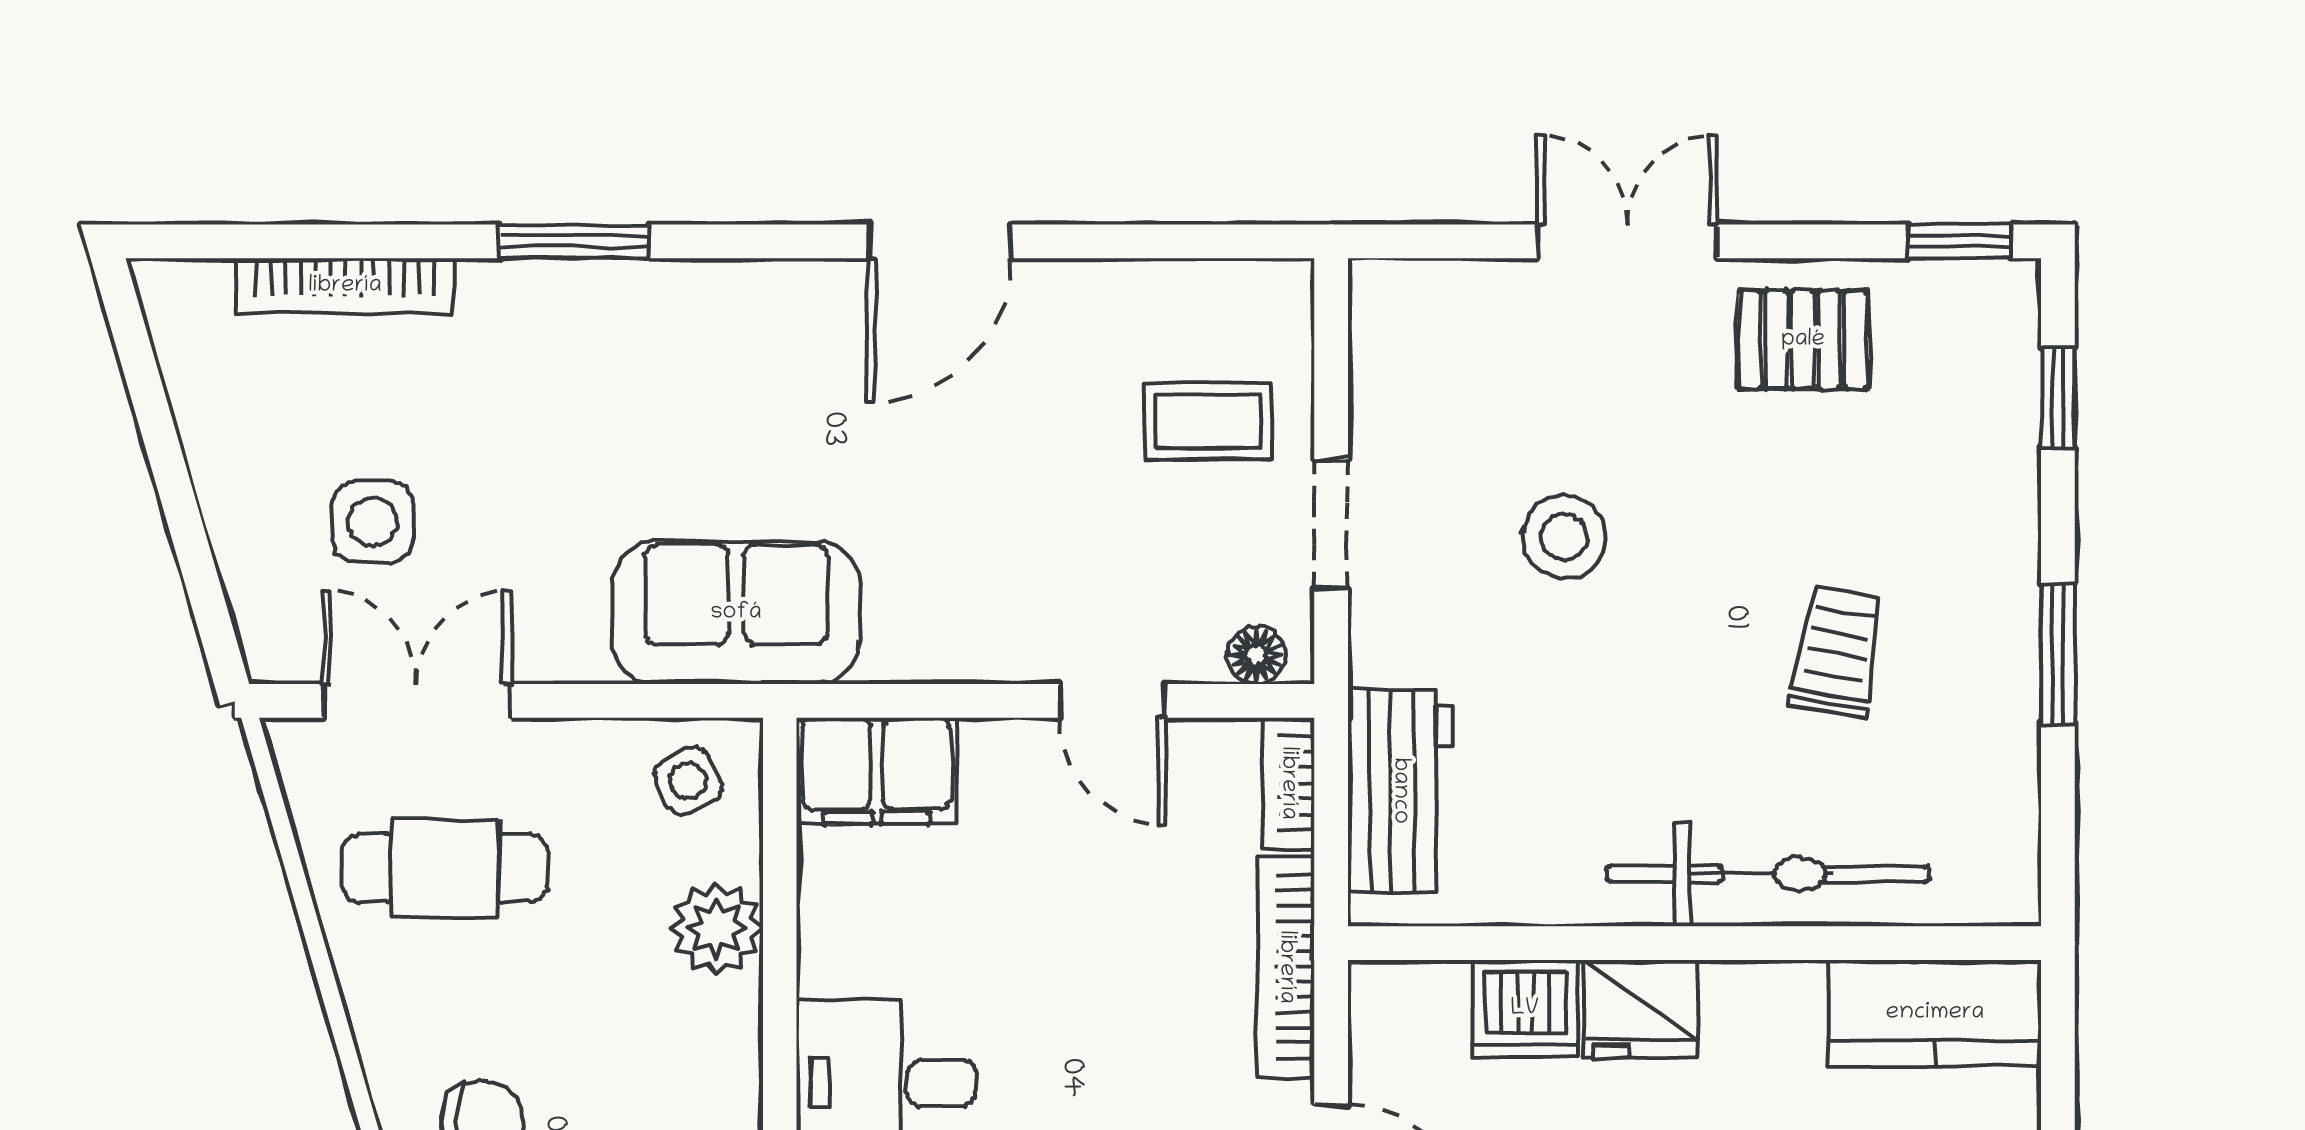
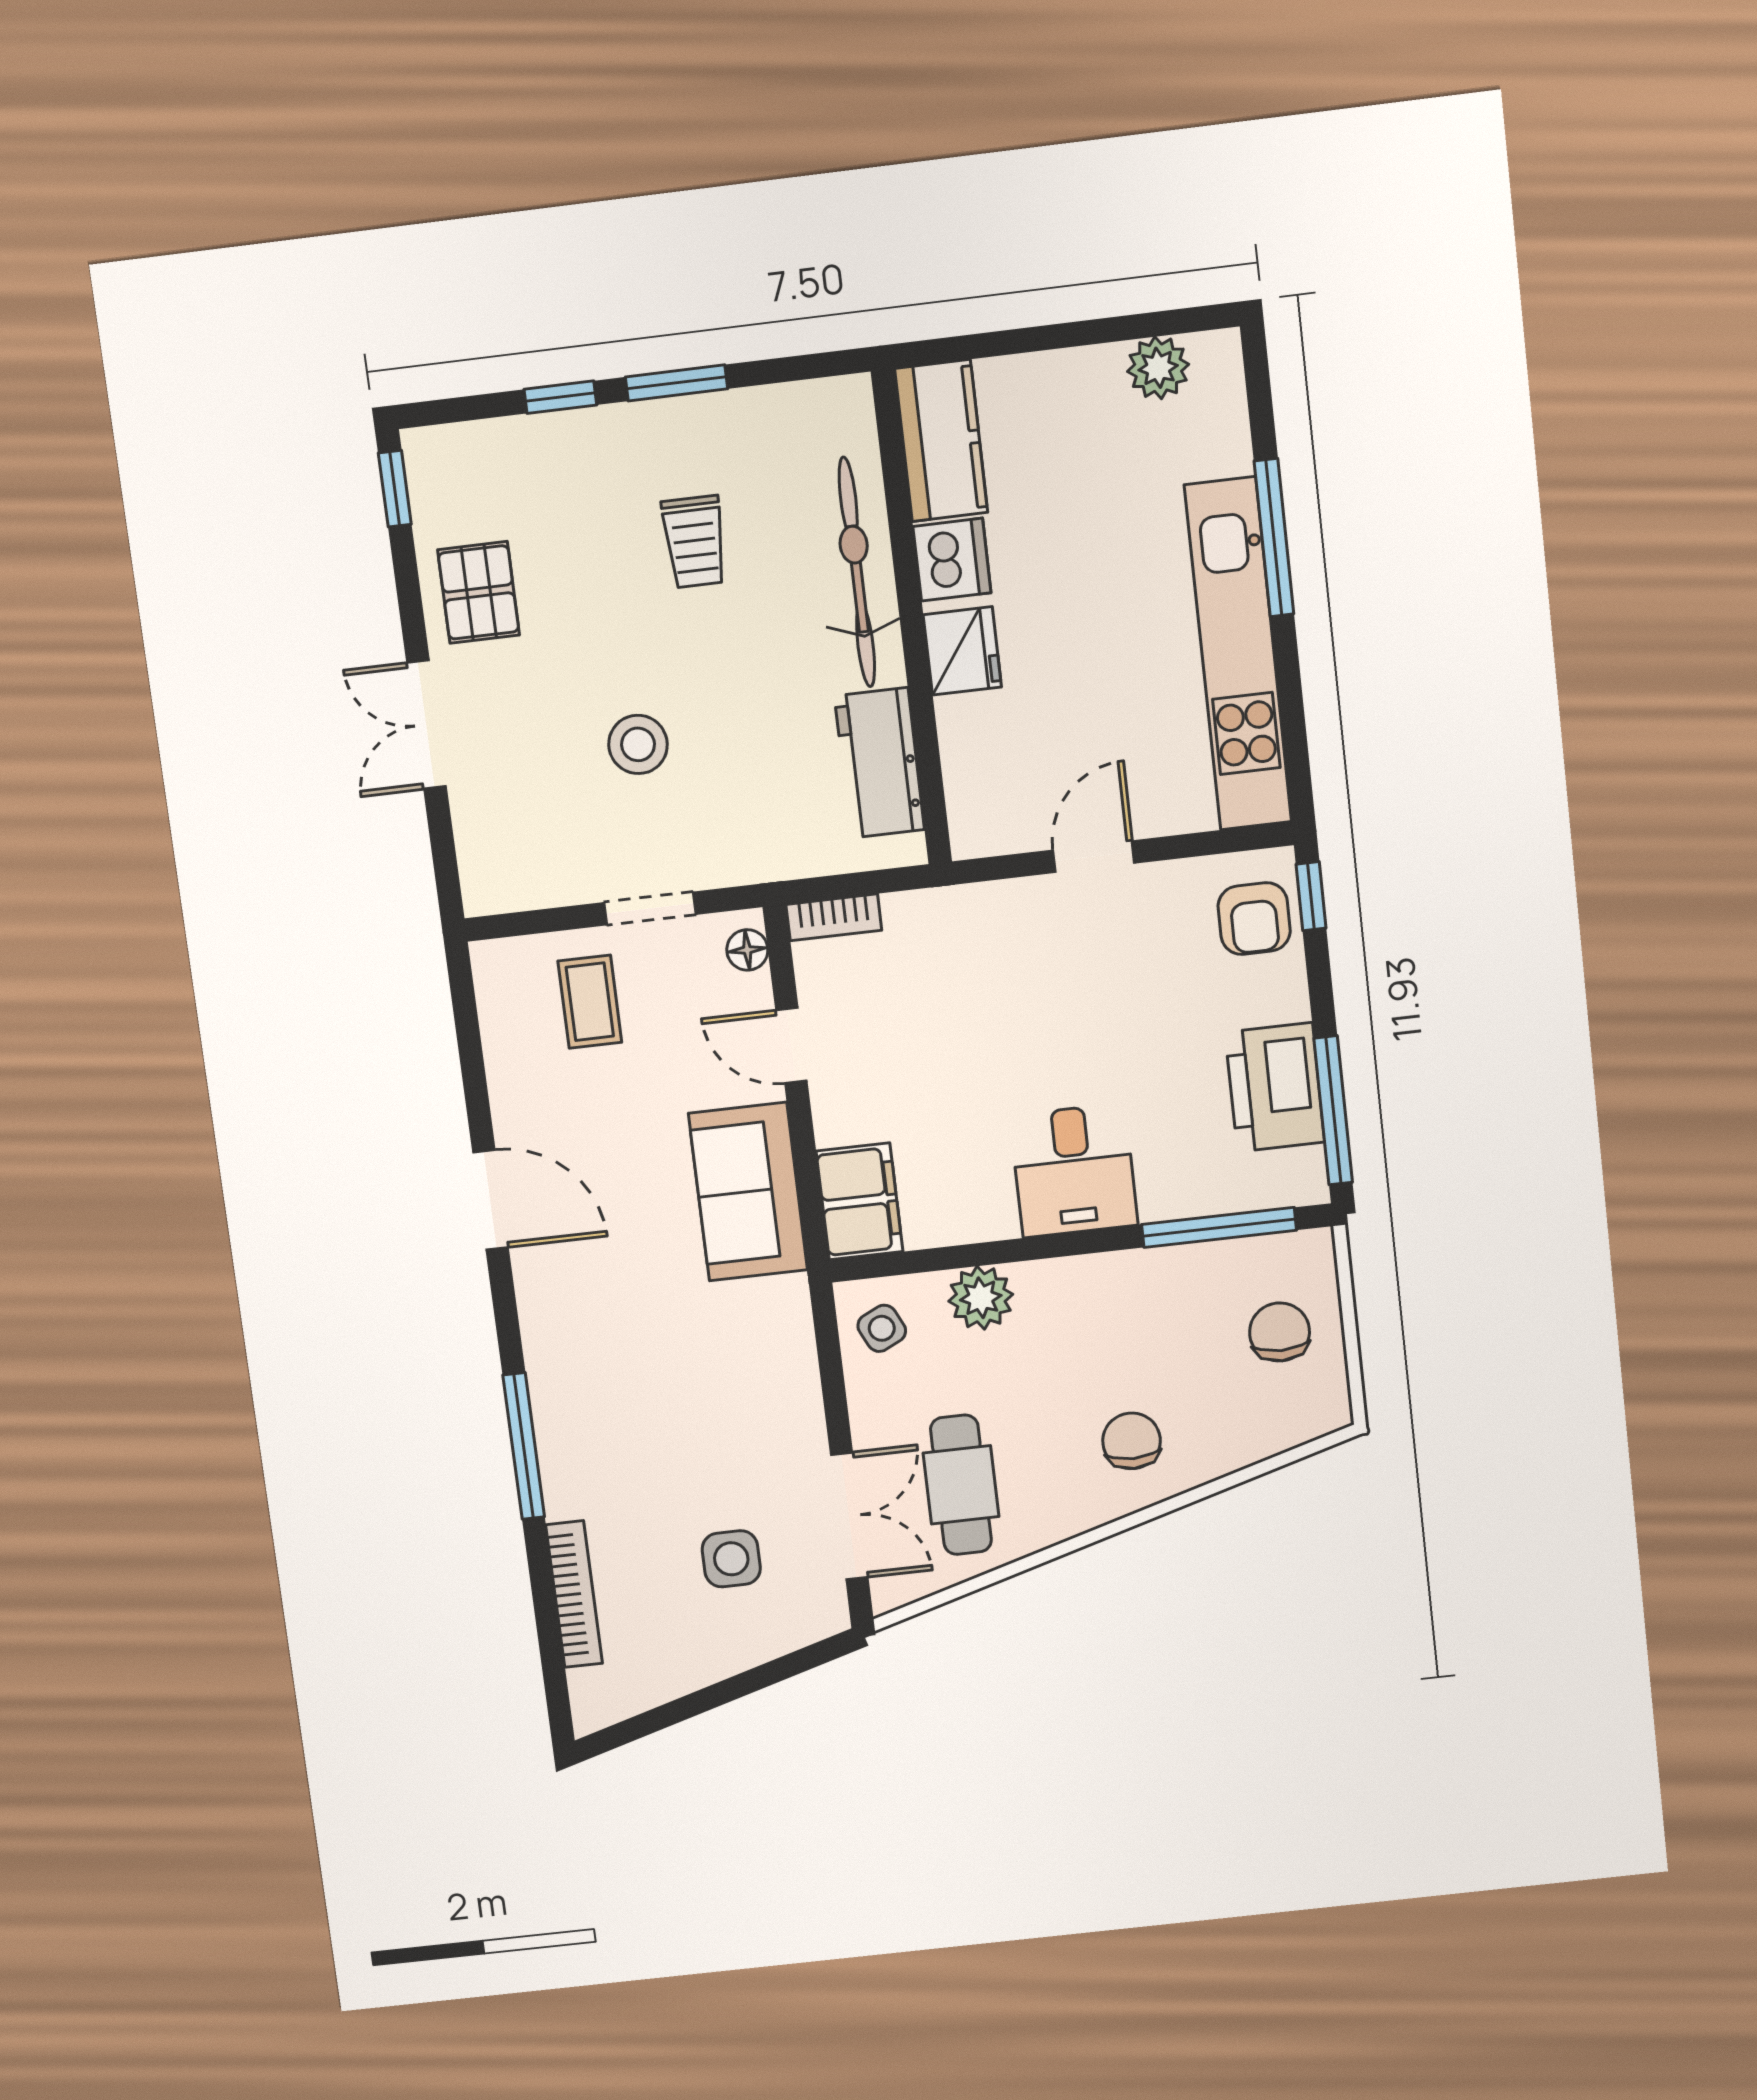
window: (574, 241) -> (524, 1446), width x1.44
window: (2058, 398) -> (560, 397), moved
sofa: (736, 613) -> (748, 1192), moved
trolley: (1837, 652) -> (695, 542), turned -100
double door: (417, 701) -> (849, 1516), swing flipped
door: (1112, 701) -> (791, 1046), swing flipped
workbench: (1400, 791) -> (879, 763), moved, turned -90
bookcase: (1286, 967) -> (962, 904), removed
dishwasher: (1525, 1009) -> (952, 560), moved

